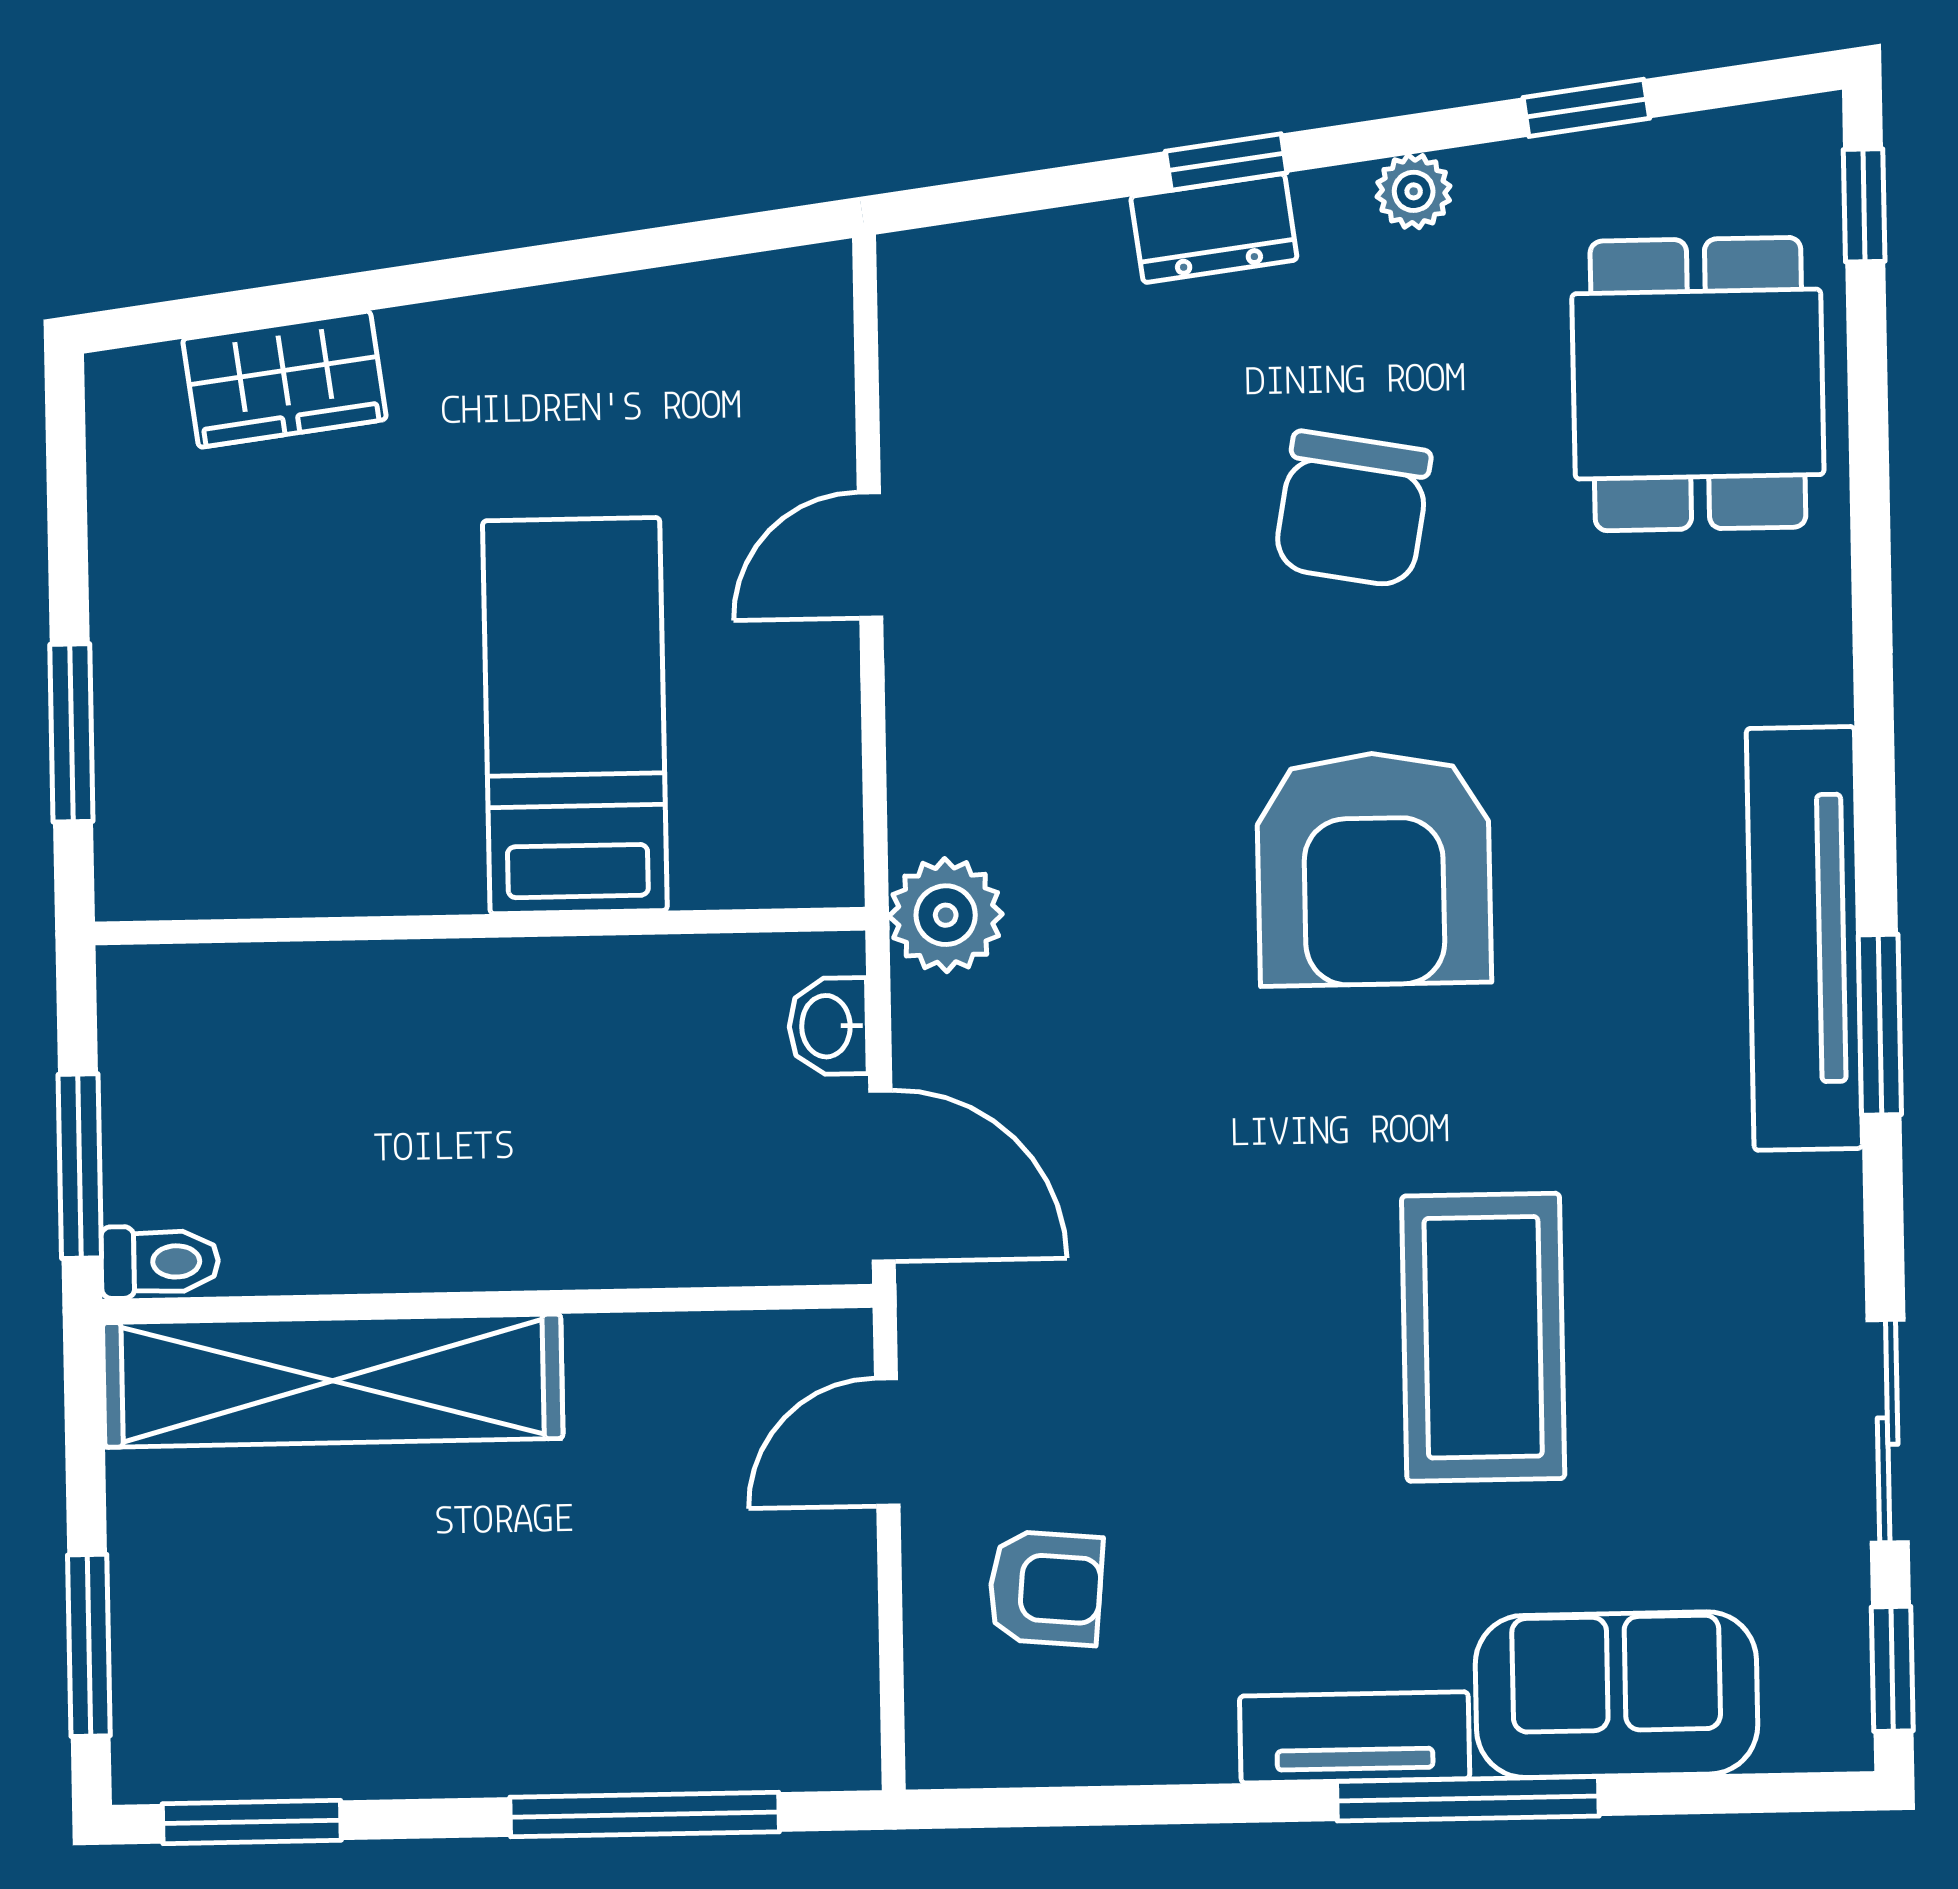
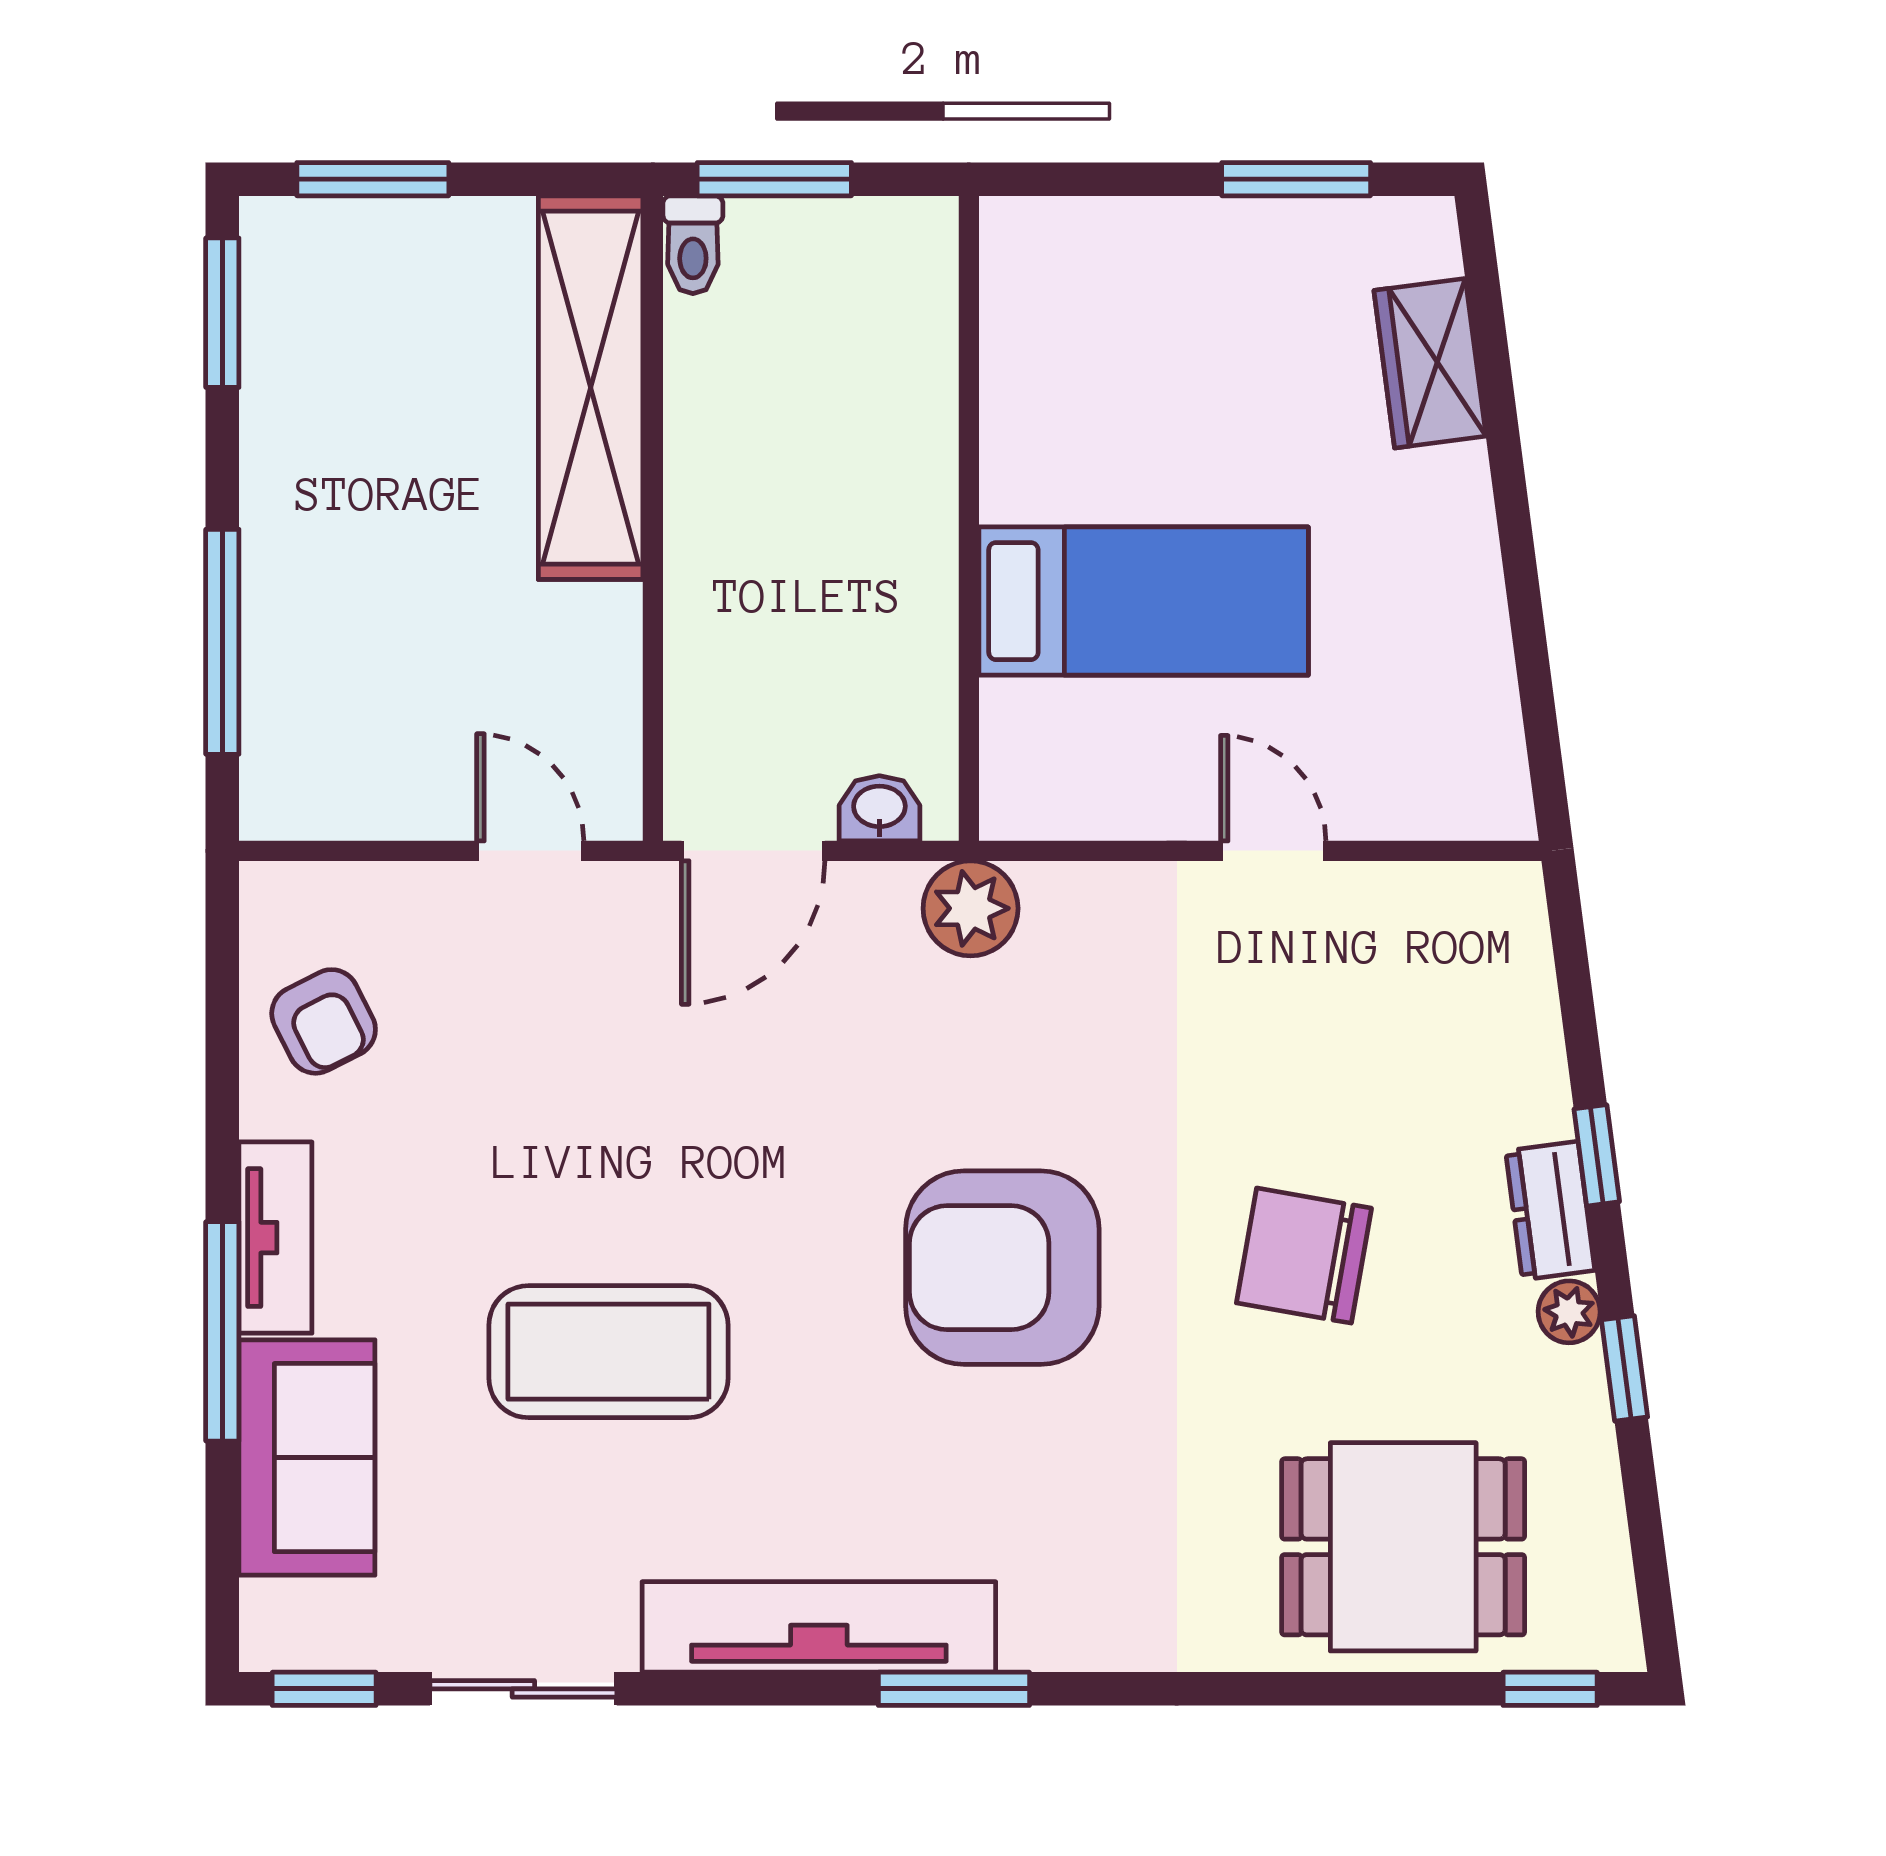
window: (1586, 108) -> (1625, 1368), moved
dresser: (1214, 228) -> (1550, 1211), moved
window: (71, 733) -> (1296, 179), moved
tv unit: (1804, 938) -> (819, 1627), moved
window: (1880, 1025) -> (954, 1689), moved
armchair: (1045, 1588) -> (324, 1021), moved, turned -32

